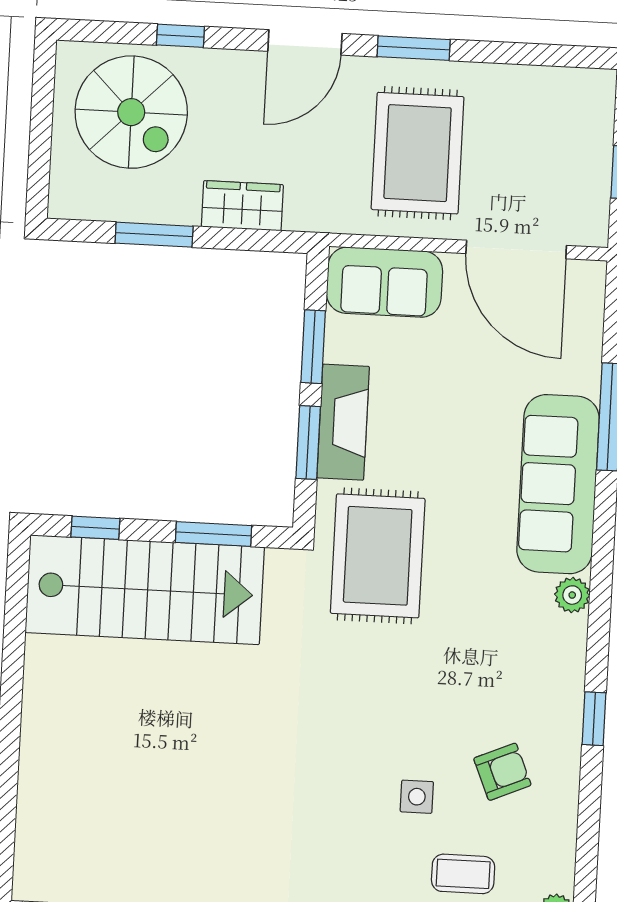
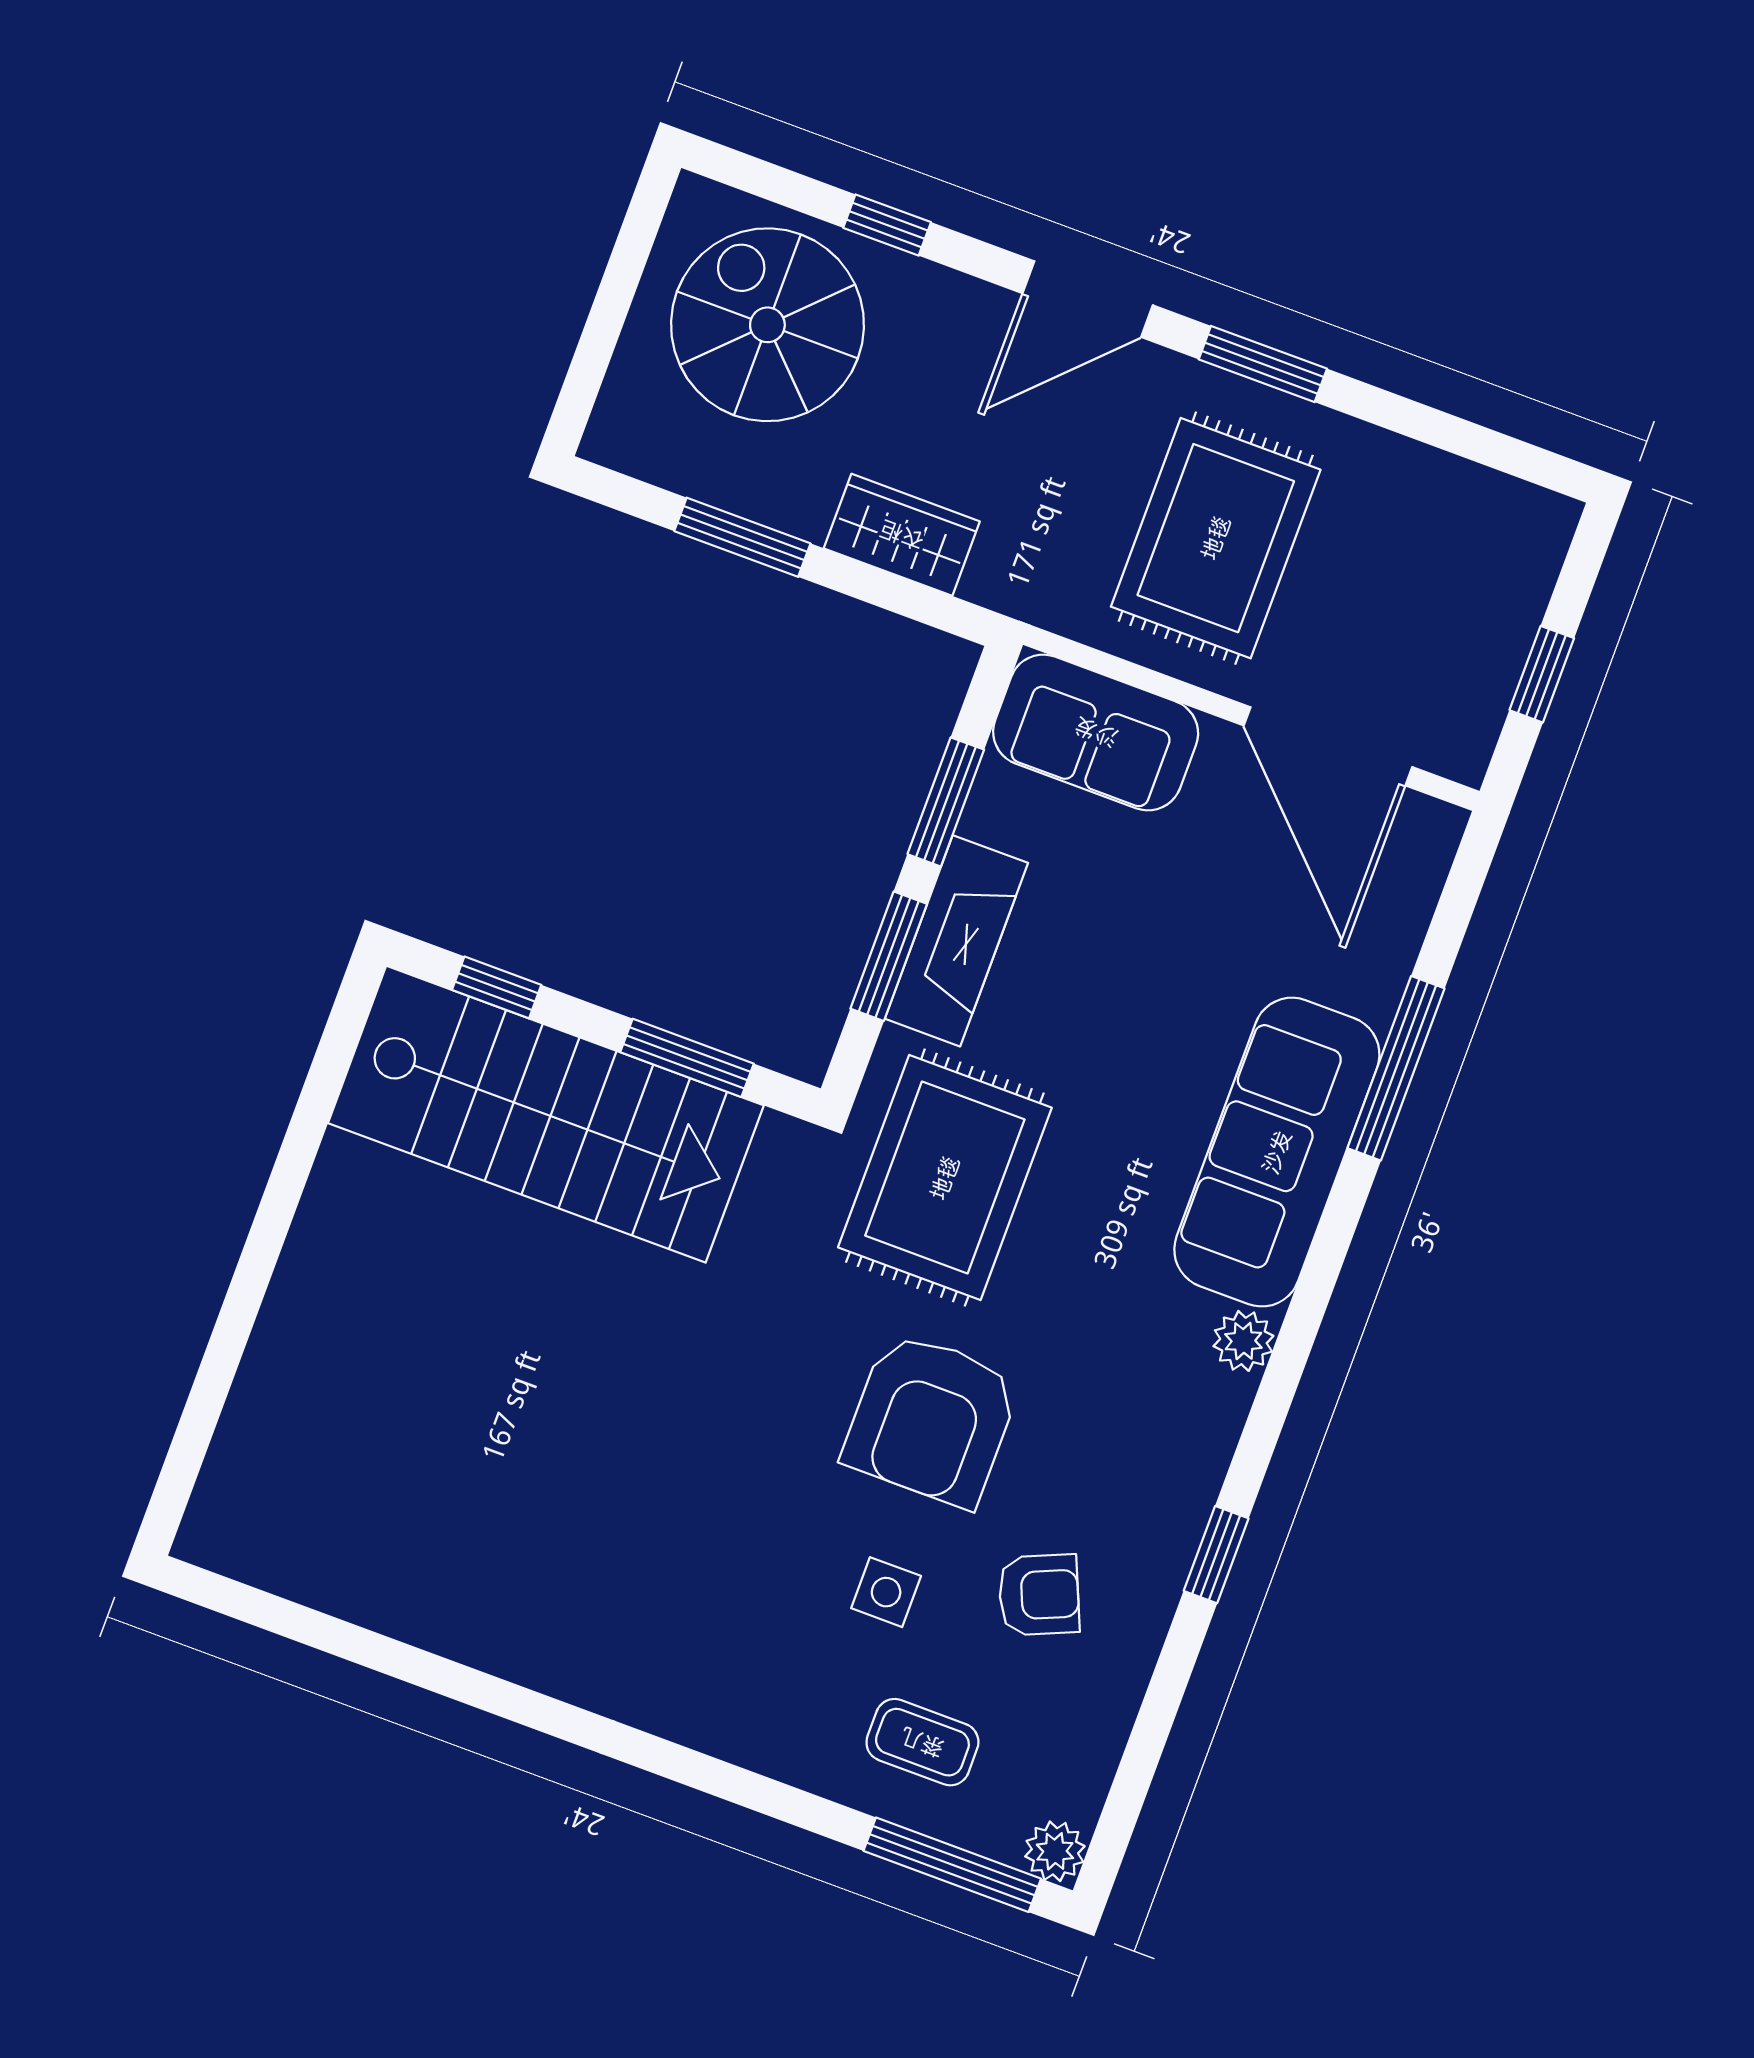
spiral stairs: (131, 112) -> (767, 325), turned 180
armchair: (412, 693) -> (931, 1419), added

